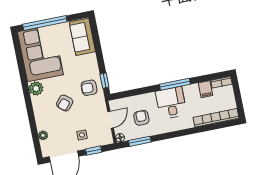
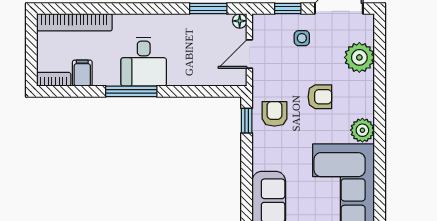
armchair: (89, 88) -> (274, 114), turned -90
armchair: (65, 103) -> (320, 97), turned 50
armchair: (141, 118) -> (198, 47), removed
plant: (43, 135) -> (359, 57), width x1.87, depth x1.87

